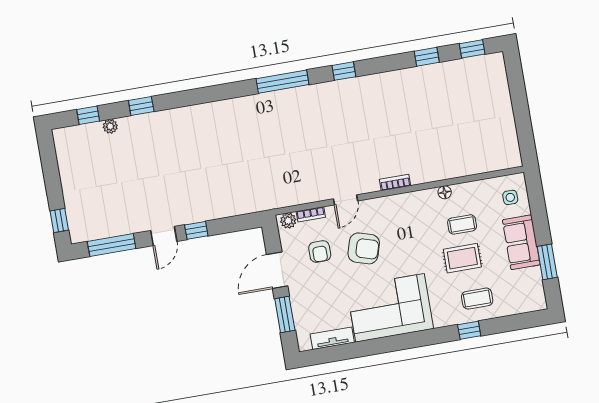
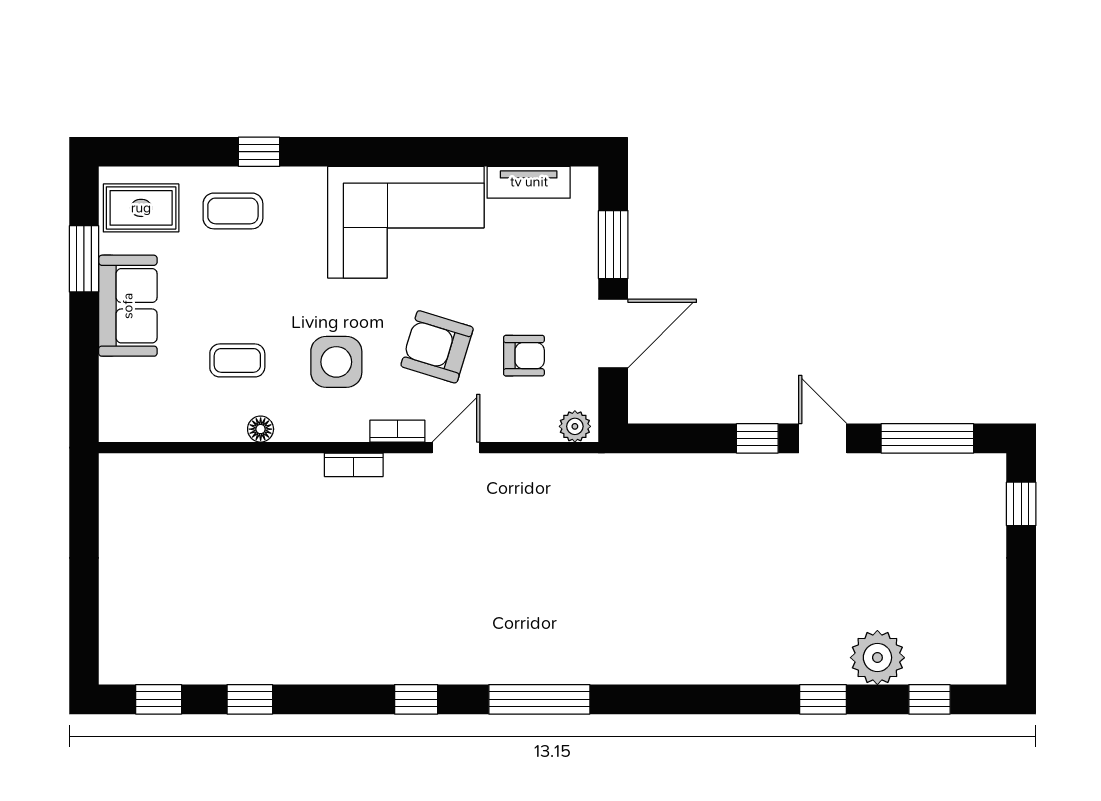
plant: (110, 126) -> (877, 658), width x1.87, depth x1.87
side table: (510, 197) -> (336, 362), moved, width x1.87, depth x1.87
bookcase: (311, 214) -> (397, 431), moved
door: (164, 236) -> (823, 438), hinge flipped
armchair: (320, 252) -> (524, 356), turned 90
rug: (462, 258) -> (141, 208), moved

